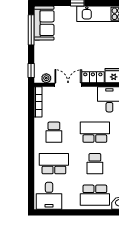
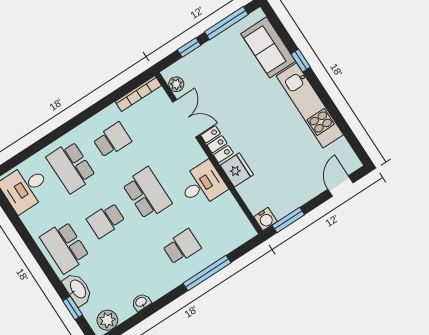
sofa: (44, 23) -> (268, 47), moved, turned 90
window: (31, 71) -> (189, 47), moved
school desk: (54, 132) -> (112, 140), turned 180
school desk: (54, 164) -> (71, 167), turned 180

